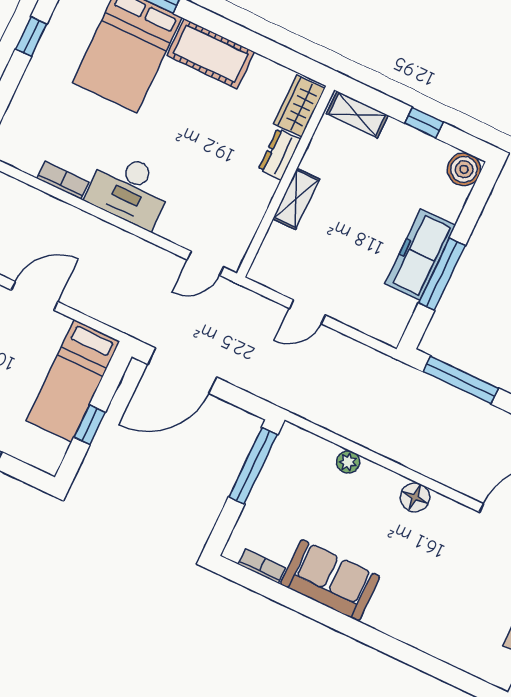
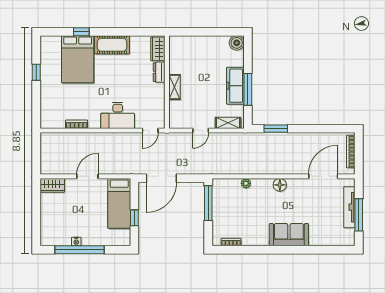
shelving: (357, 115) -> (228, 123), moved
window: (424, 123) -> (212, 32), removed
desk: (129, 190) -> (118, 115), moved
window: (461, 380) -> (276, 129), width x0.69
sofa: (330, 580) -> (289, 235), moved

